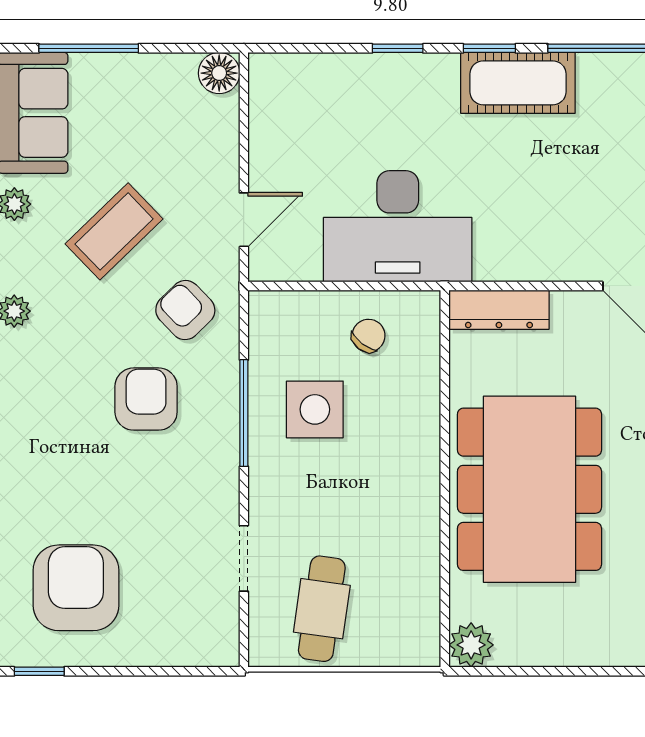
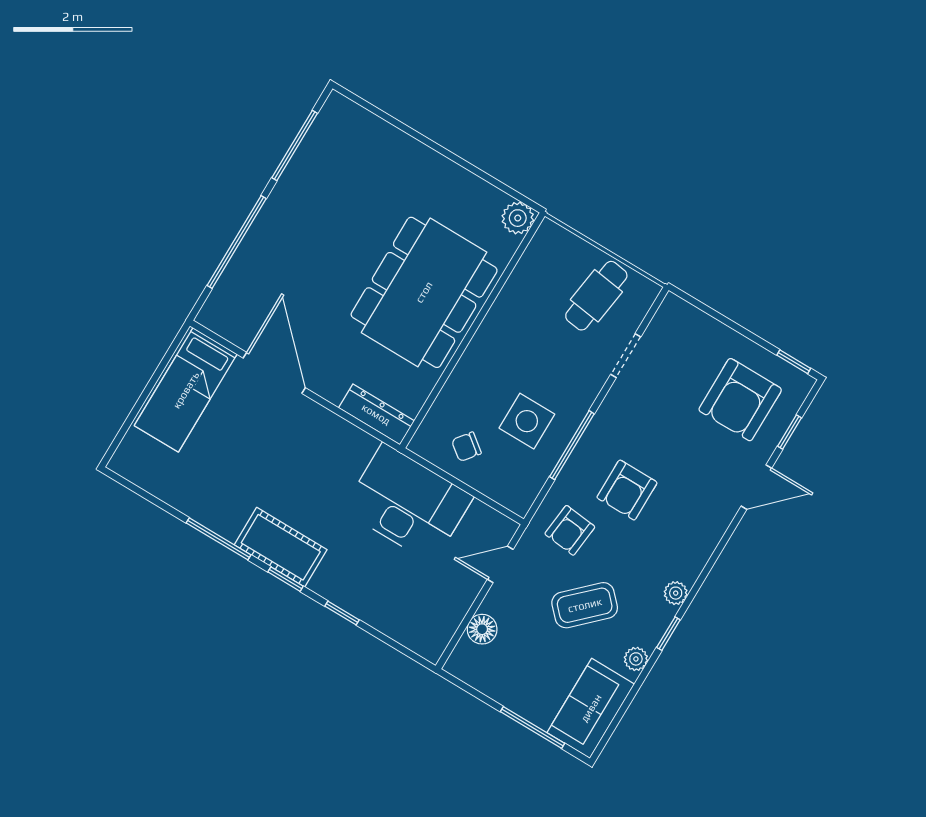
floor lamp: (219, 73) -> (482, 629), moved
armchair: (185, 310) -> (570, 530), turned 50

